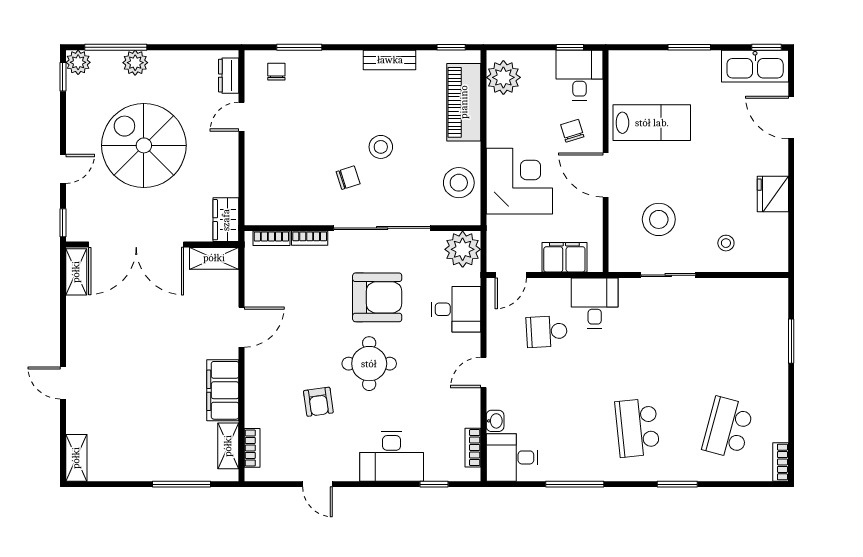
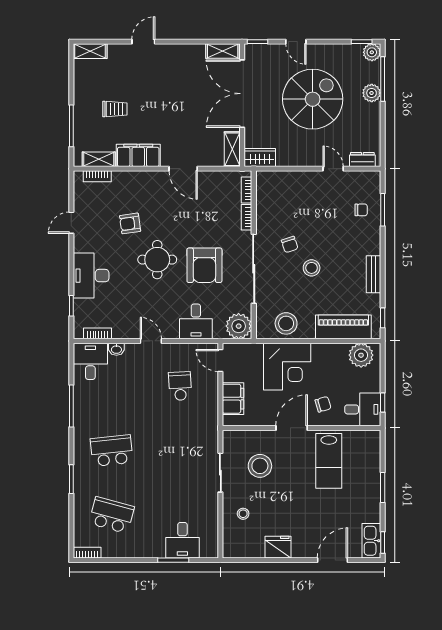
kitchen sink: (755, 66) -> (371, 541), width x0.73, depth x0.81
chair: (276, 72) -> (361, 210), moved
desk: (595, 303) -> (182, 540), moved, turned 90
trolley: (158, 423) -> (115, 109), added

